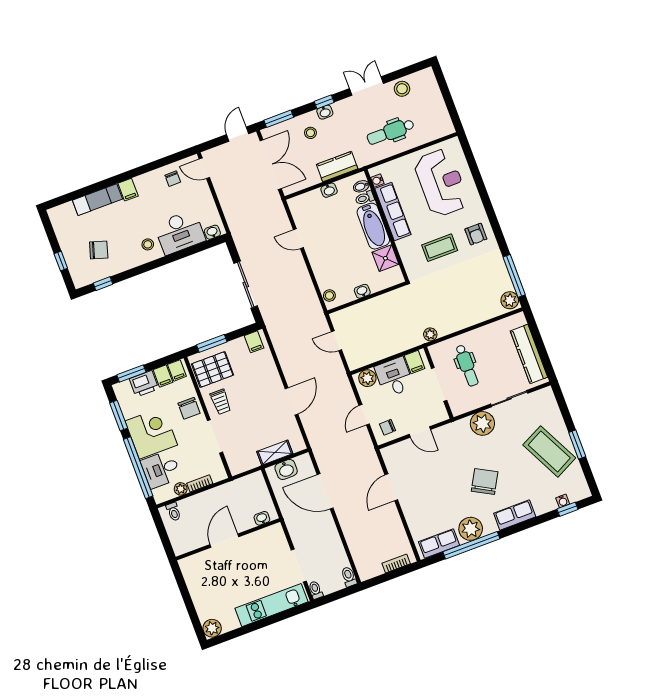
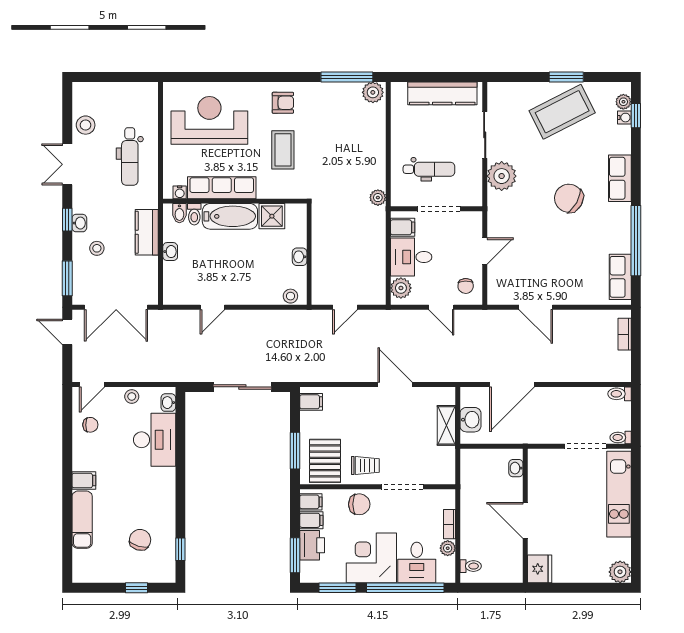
double door: (271, 165) -> (116, 307), swing flipped
stool: (148, 244) -> (132, 396), moved
plant: (471, 529) -> (623, 102), moved, width x0.53, depth x0.53
fridge: (191, 566) -> (540, 569), added

